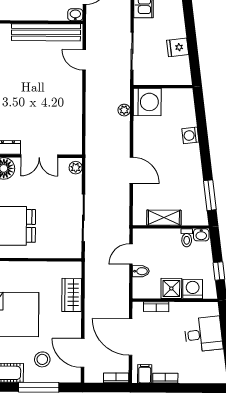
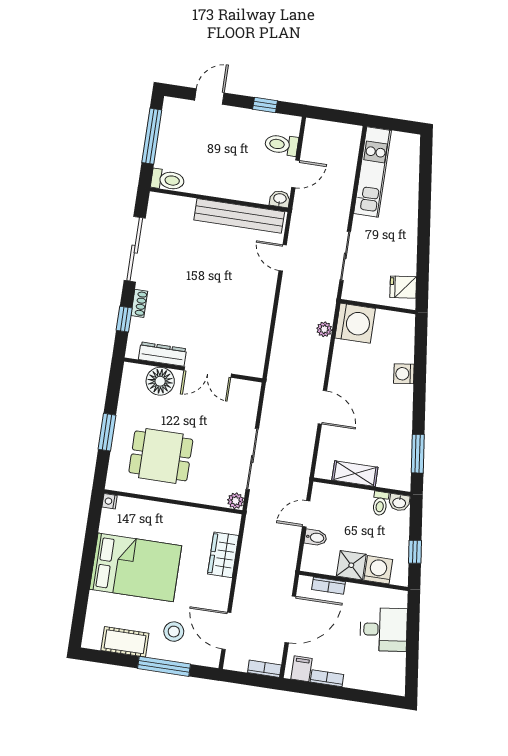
fridge: (178, 47) -> (403, 287), moved
plant: (76, 168) -> (236, 501), moved
door: (131, 337) -> (290, 619), swing flipped

